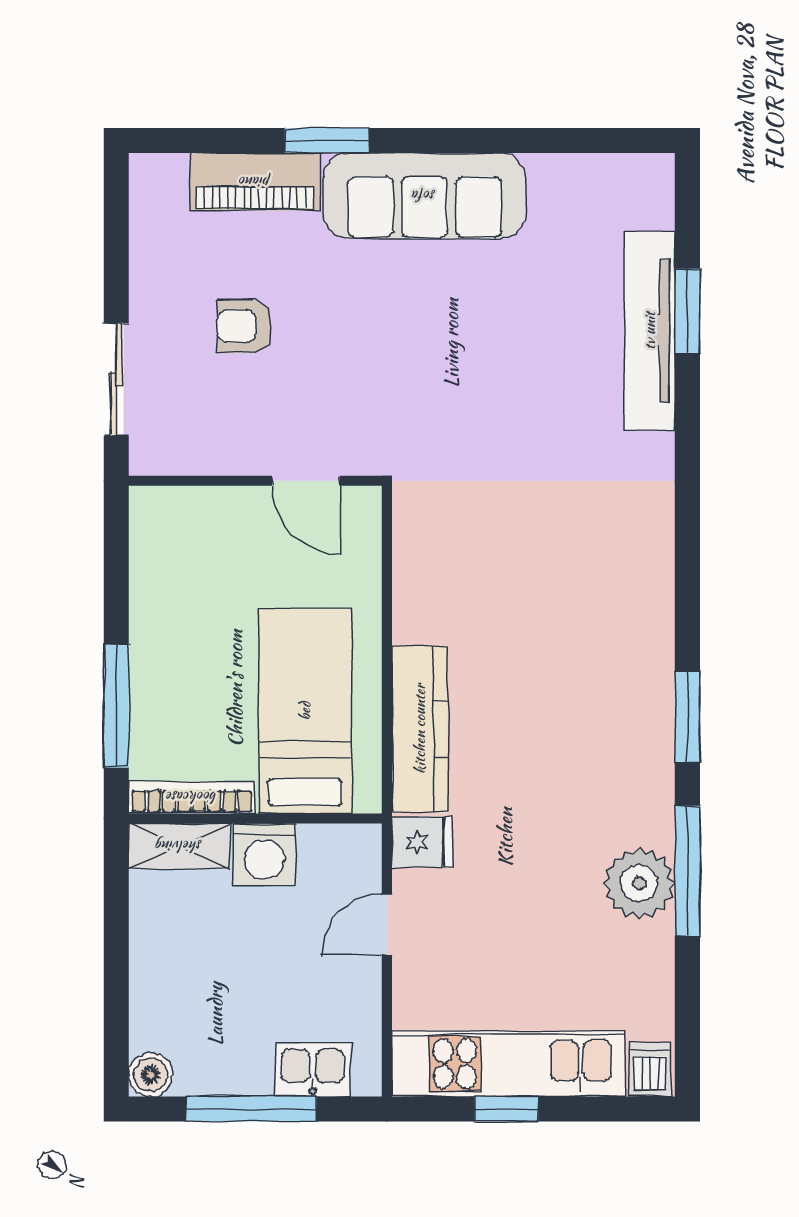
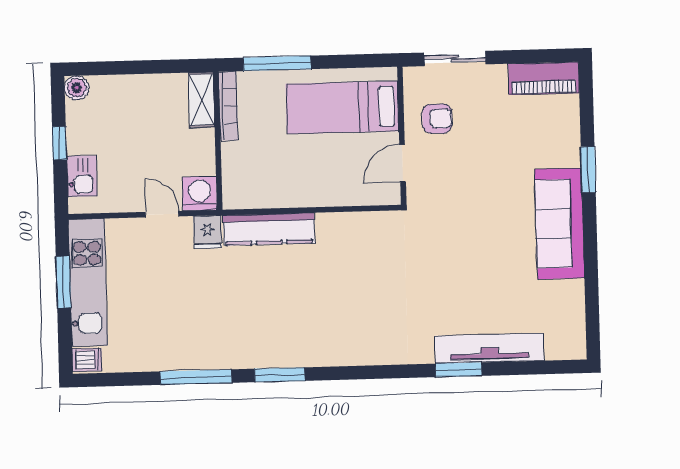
piano: (255, 182) -> (544, 78), moved, turned -90
window: (687, 311) -> (459, 370), moved
armchair: (244, 326) -> (437, 119), moved, turned 90
bed: (305, 711) -> (342, 107), moved, turned 180
washing machine: (264, 855) -> (200, 193), moved, turned 90
plant: (639, 883) -> (188, 351), removed
window: (251, 1109) -> (59, 143), width x0.46
window: (506, 1109) -> (63, 282), width x1.50

